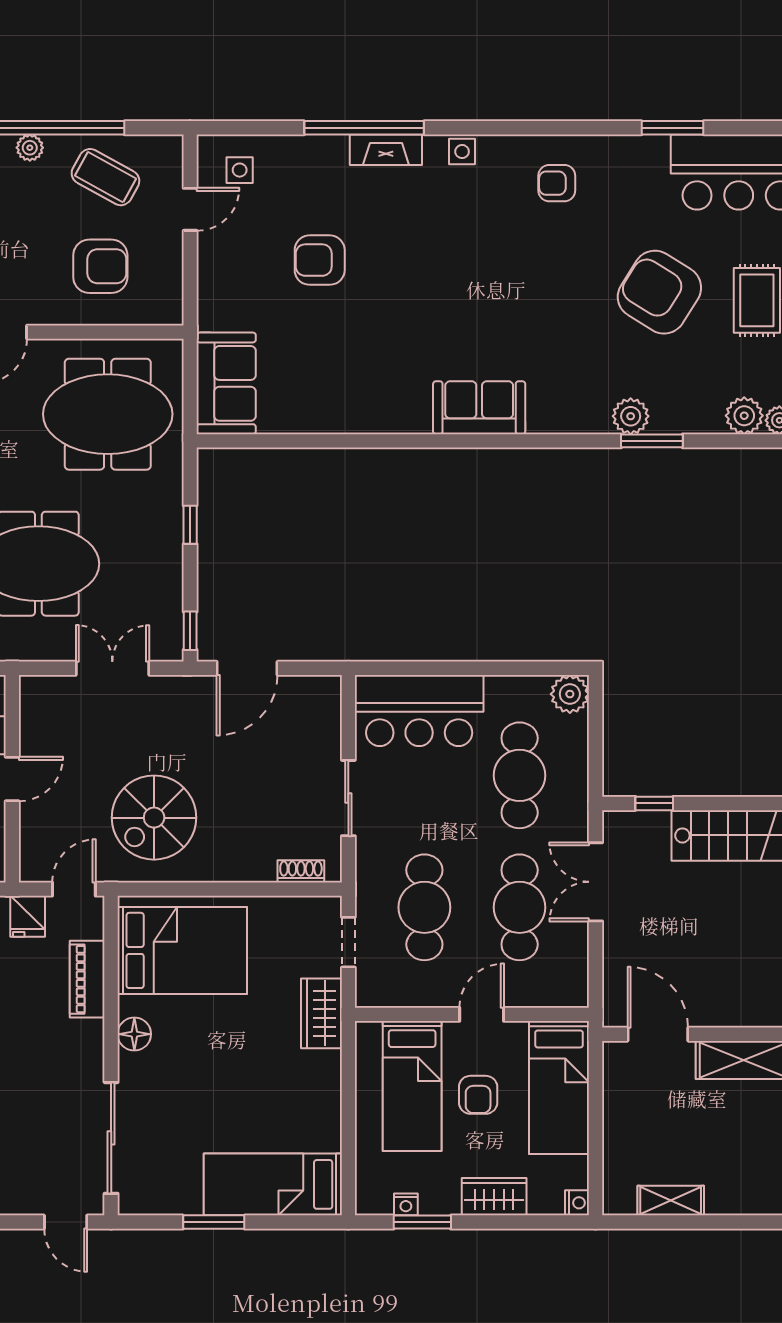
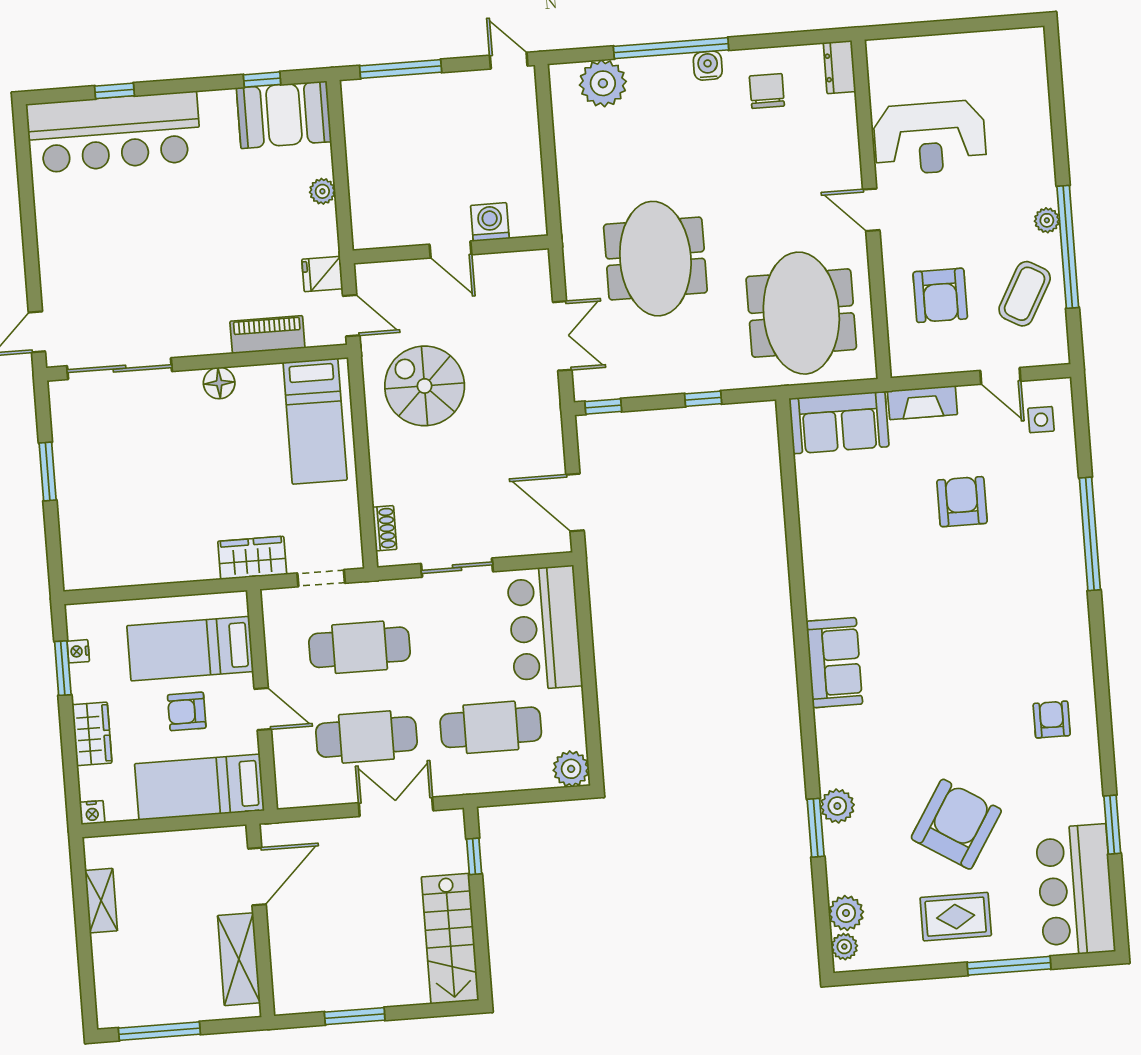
fireplace: (386, 150) -> (922, 403), moved, turned -90
side table: (462, 152) -> (1075, 628), removed
door: (247, 668) -> (575, 503), moved
bed: (182, 950) -> (315, 421), width x0.67
bed: (273, 1184) -> (87, 524), removed

